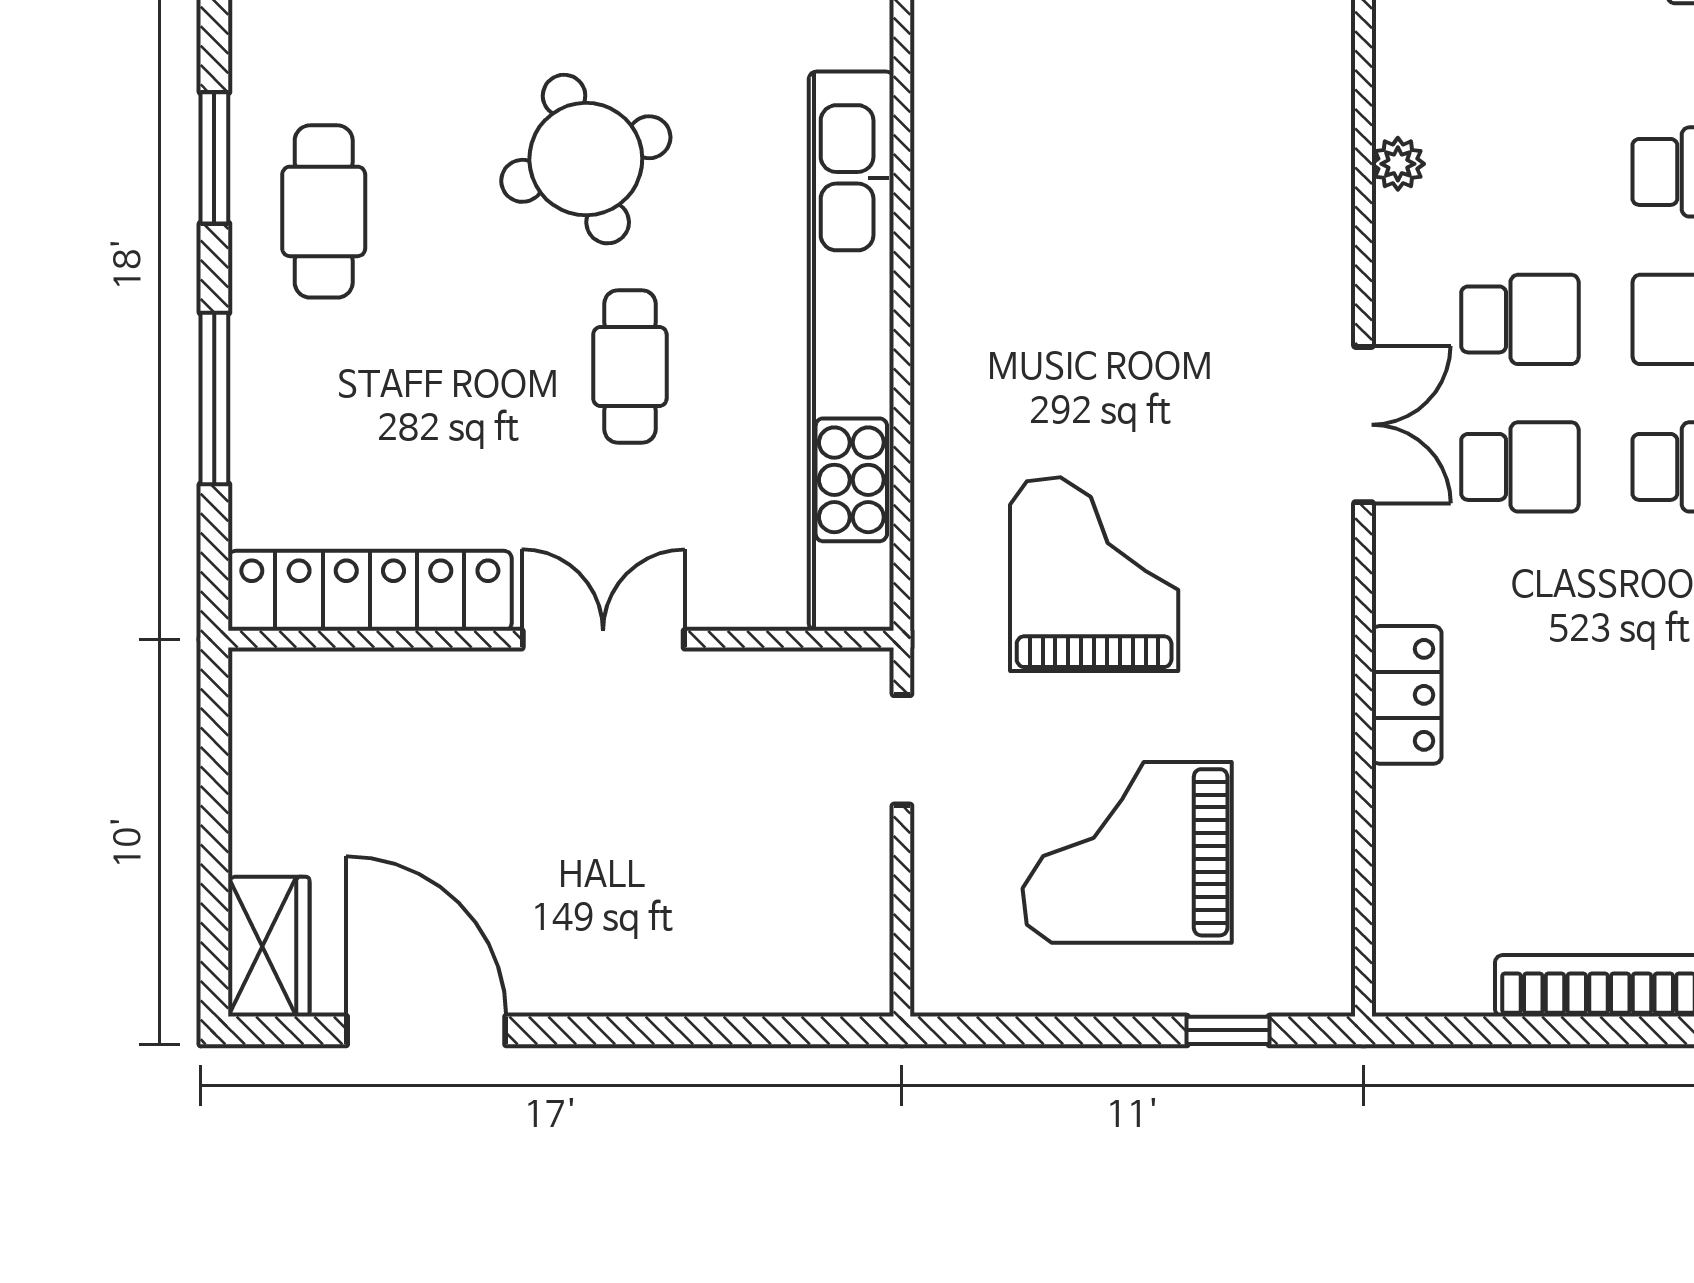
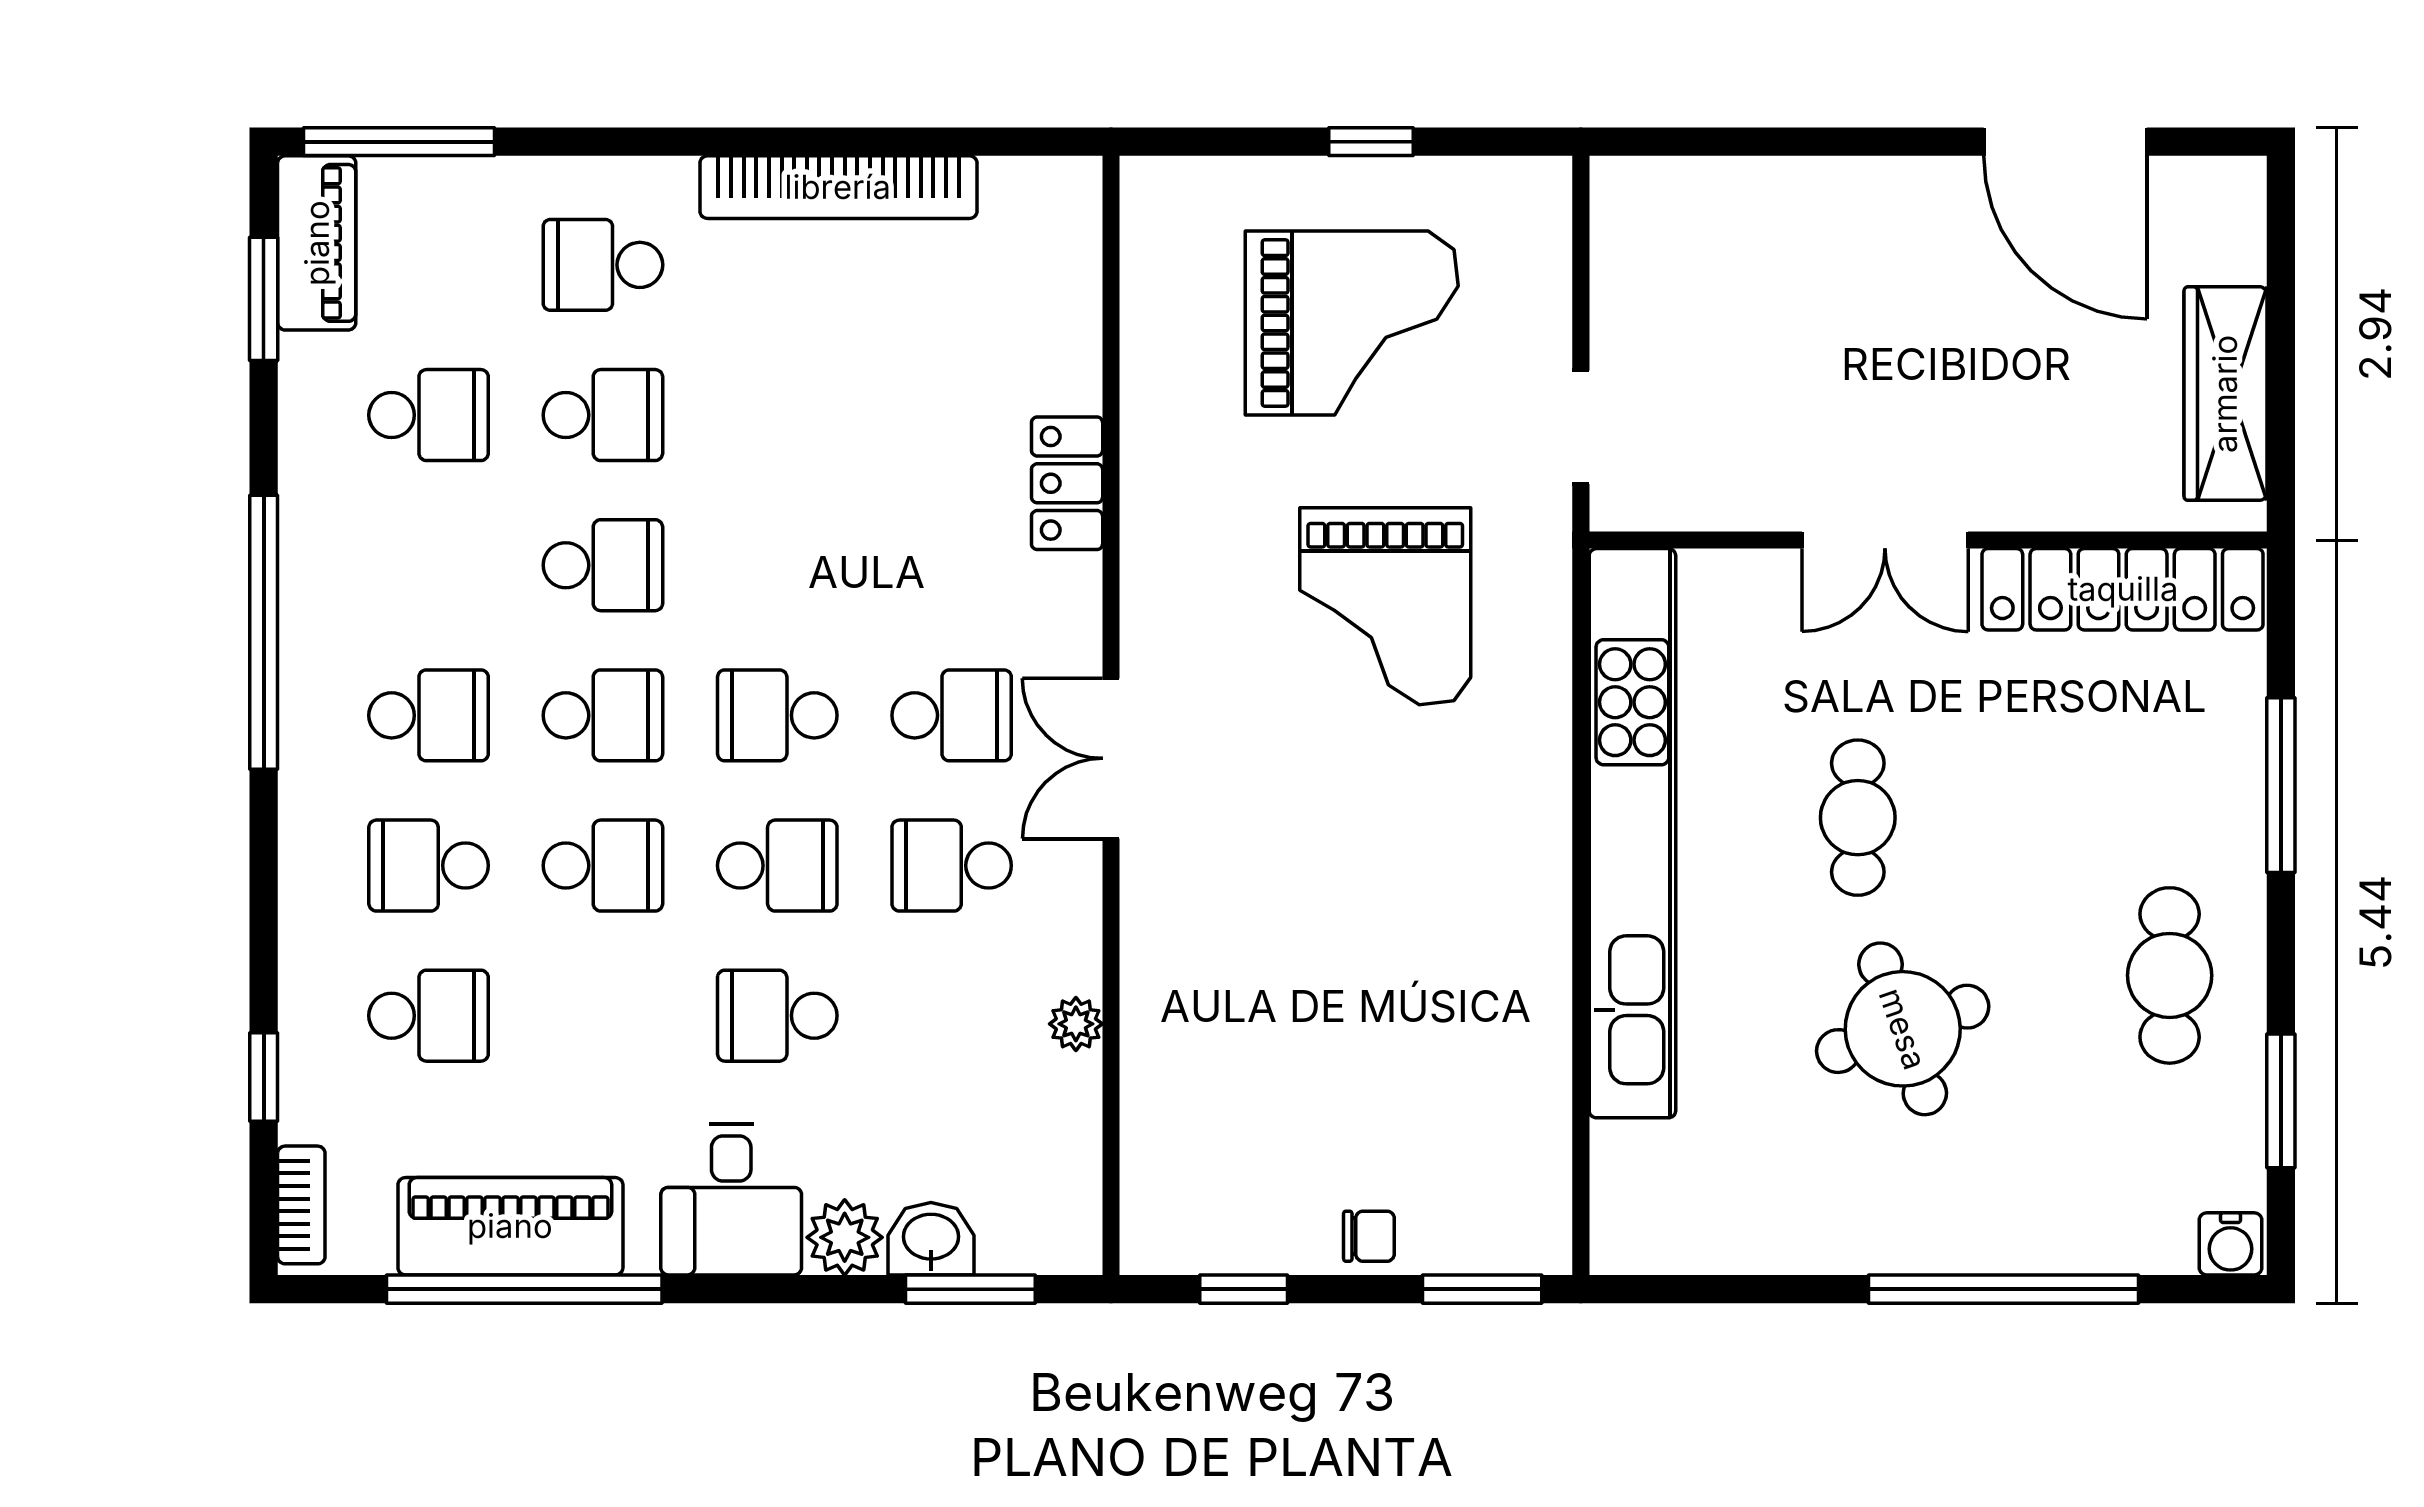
window: (214, 158) -> (2281, 1101), moved
school desk: (1520, 467) -> (952, 715), turned 180
wardrobe: (269, 947) -> (2225, 394), moved, width x1.50
window: (1228, 1030) -> (1371, 142), moved

